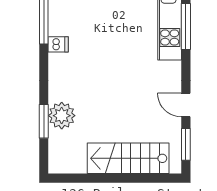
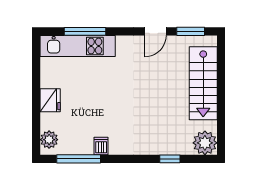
plant: (62, 116) -> (205, 143), moved
window: (44, 121) -> (170, 159), width x0.67

